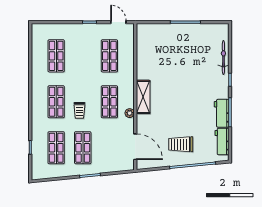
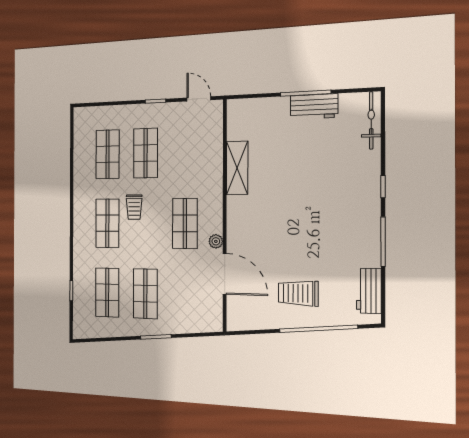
shop shelf: (109, 56) -> (146, 153), moved
bicycle: (223, 57) -> (371, 120), moved
shelving: (143, 97) -> (237, 168), moved
trolley: (79, 110) -> (134, 207), moved
workbench: (222, 113) -> (314, 107), moved, turned -90
door: (135, 147) -> (225, 274), moved

